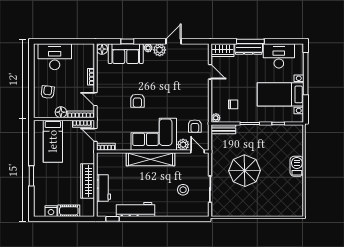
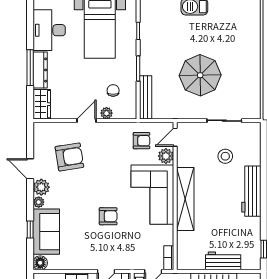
armchair: (182, 71) -> (69, 157), added
door: (210, 72) -> (87, 121), moved
plant: (216, 118) -> (106, 113), moved
bench: (223, 129) -> (146, 97), width x1.36
workbench: (135, 210) -> (251, 191), moved

